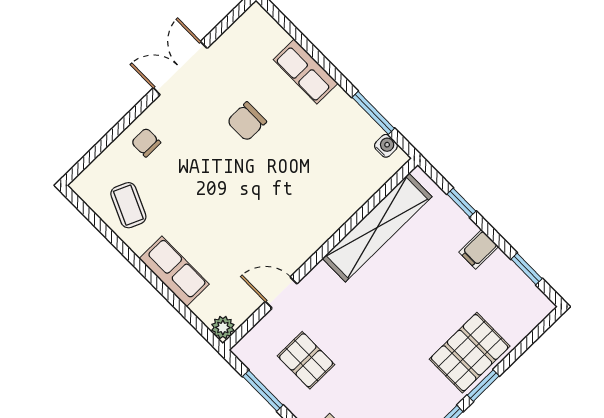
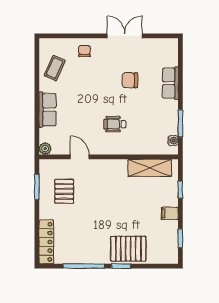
wheelchair: (285, 201) -> (115, 124), added
shelving: (377, 228) -> (150, 168), width x0.68

